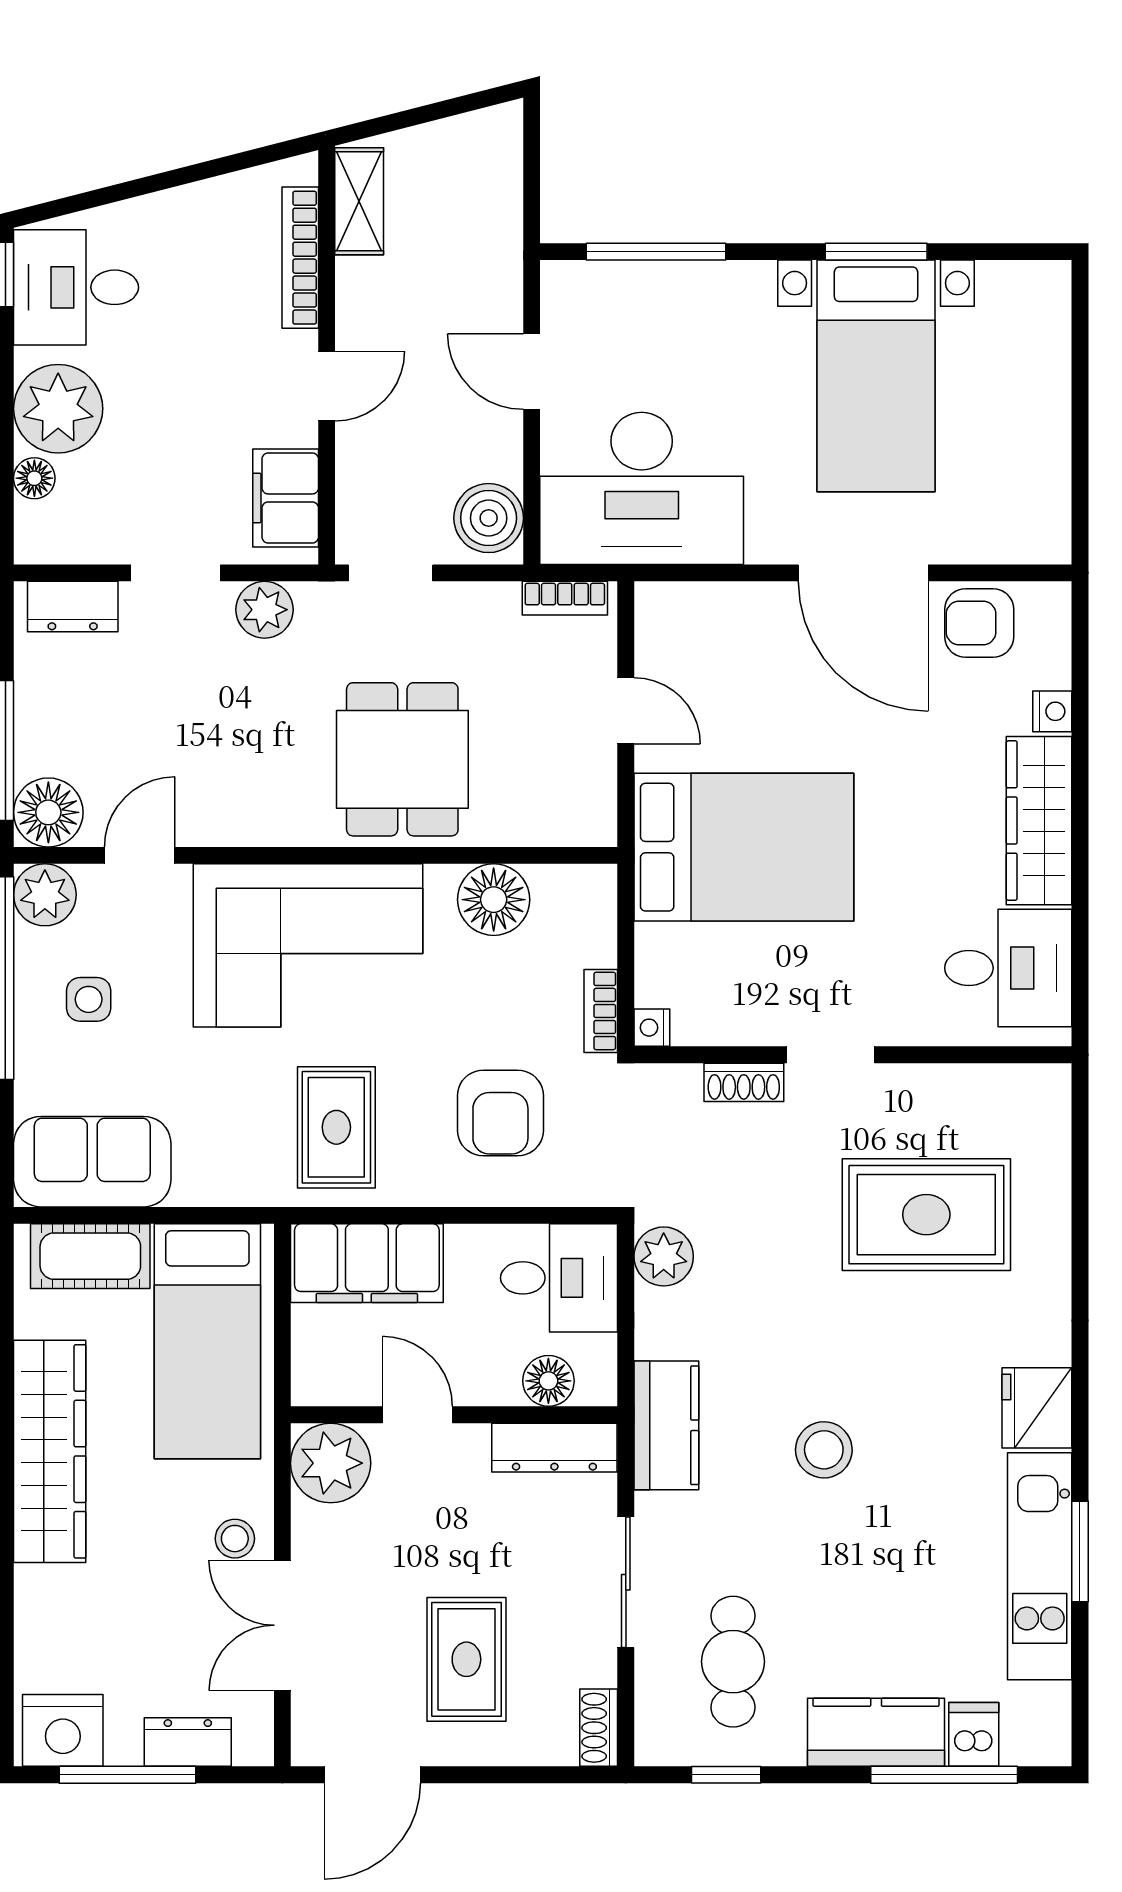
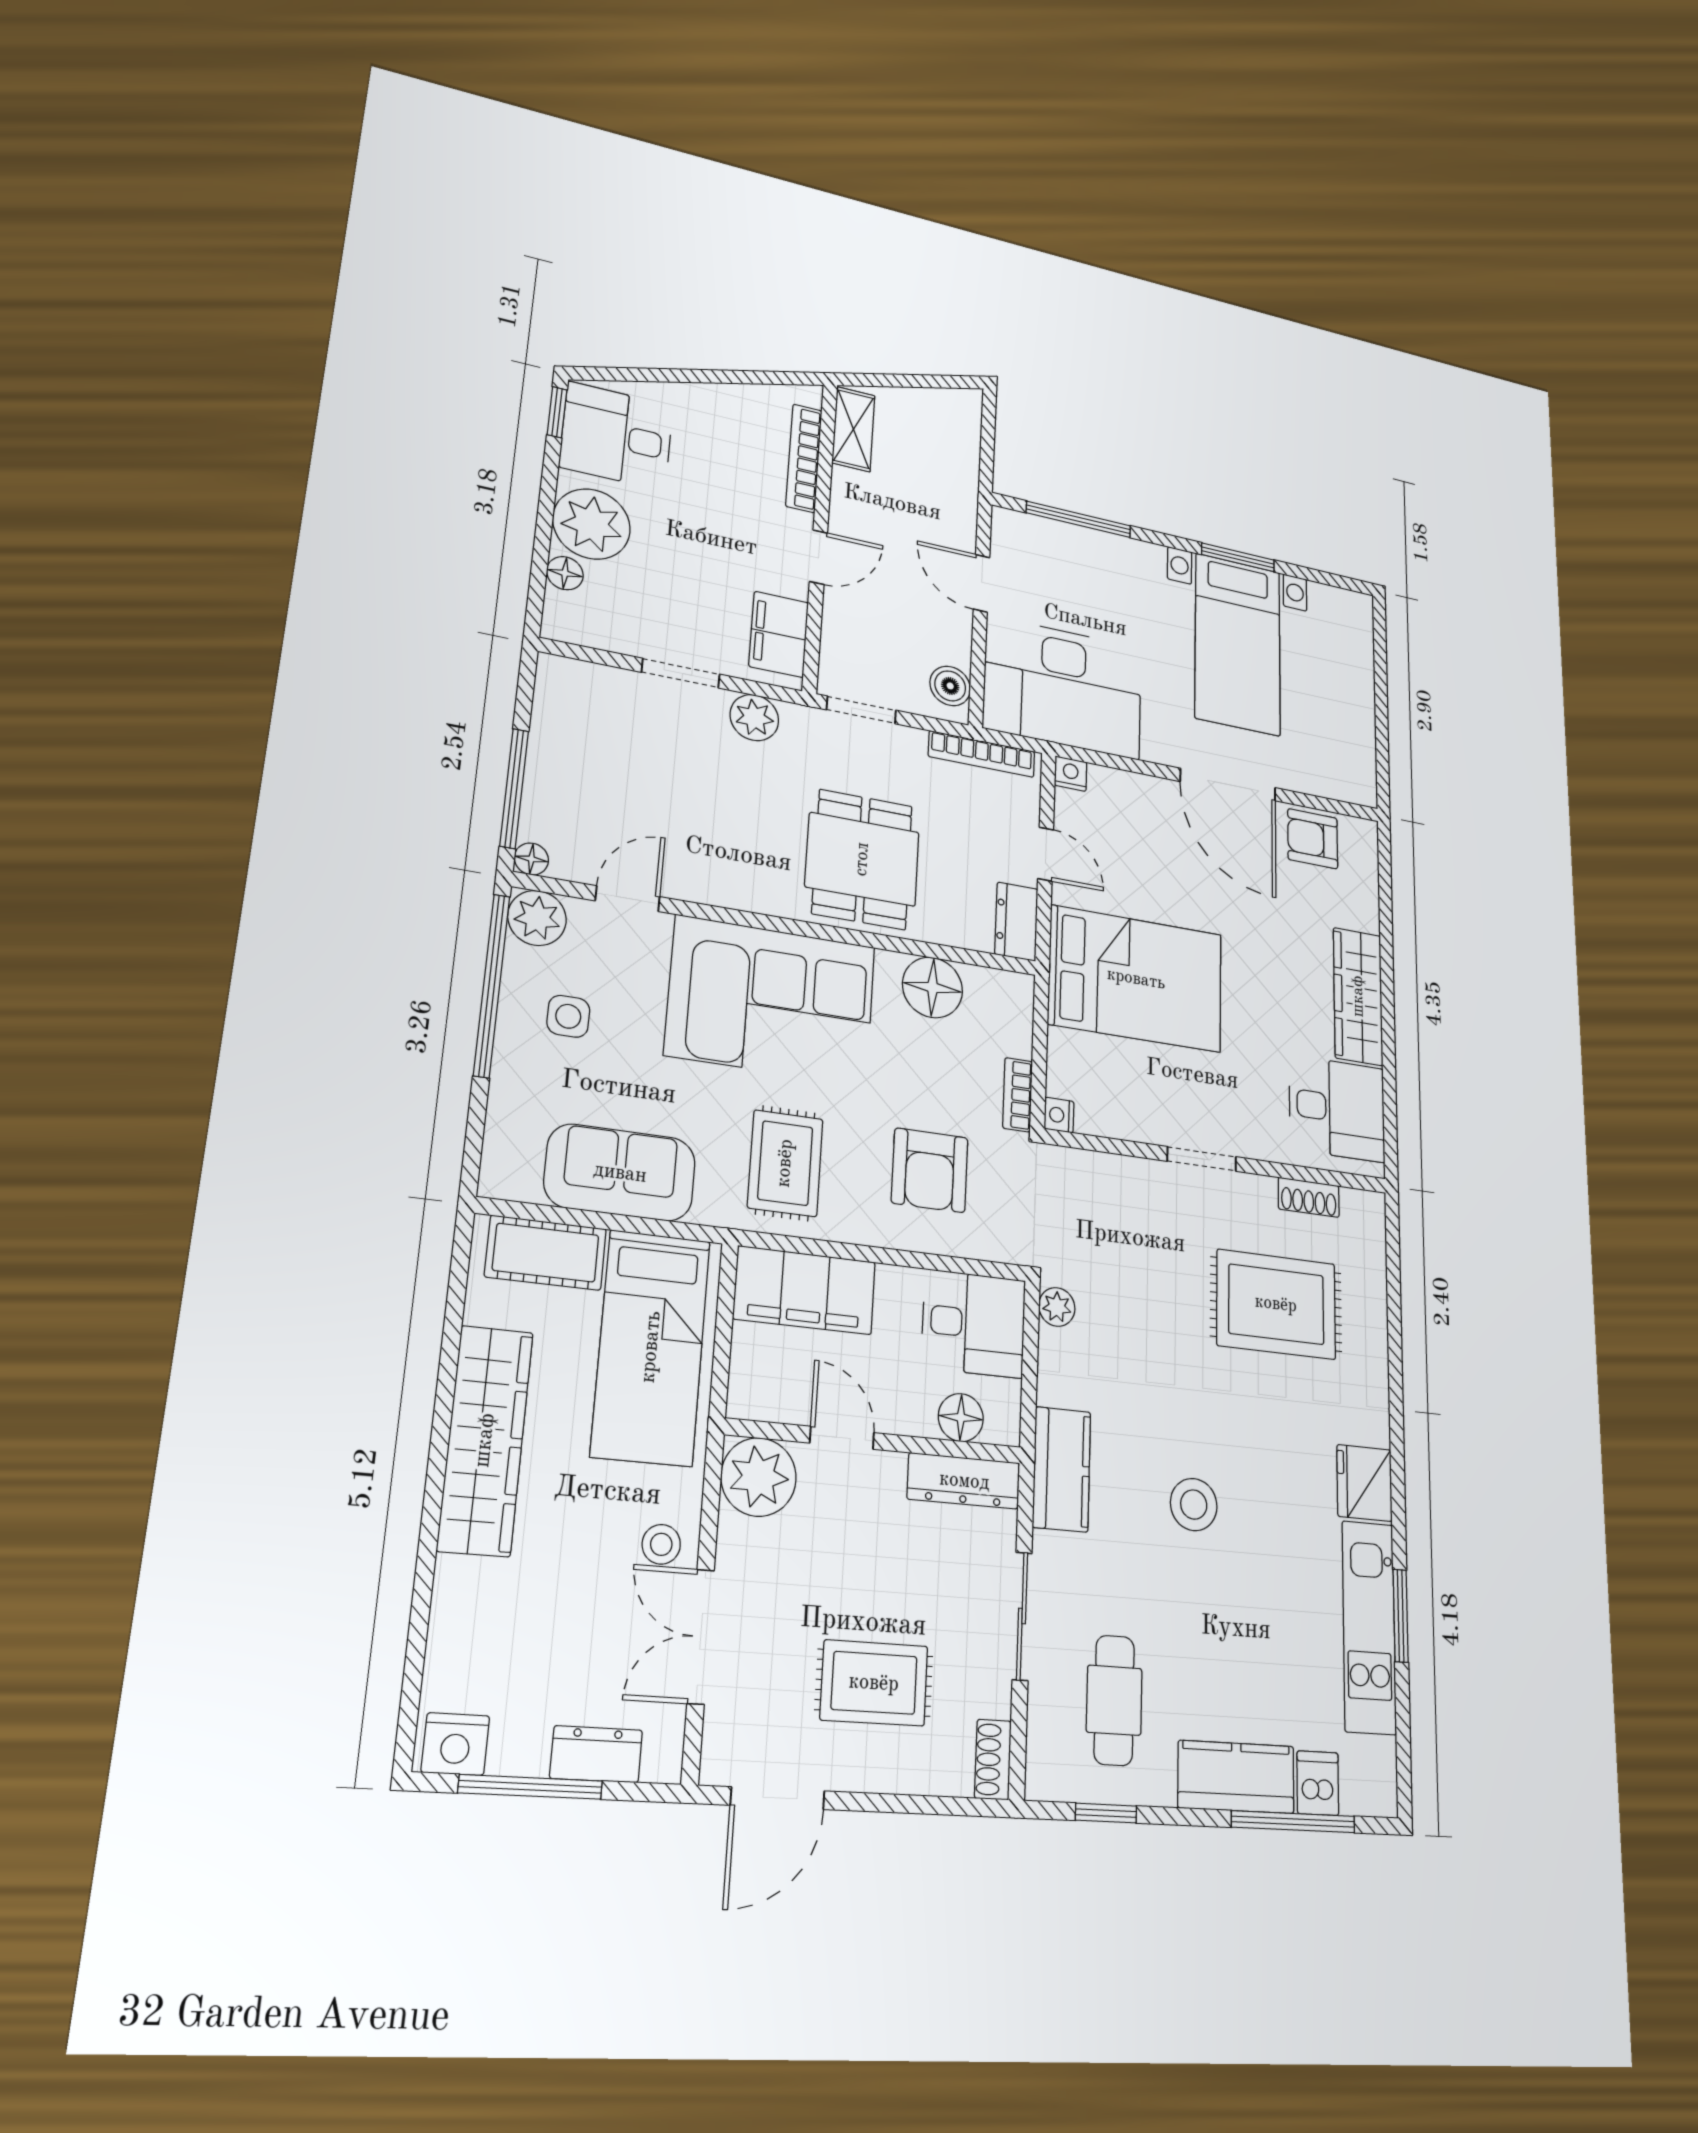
boiler: (489, 518) -> (950, 686), width x0.73, depth x0.73
bookcase: (565, 598) -> (982, 754), width x1.56
dresser: (73, 607) -> (1016, 922), moved, turned 90
nightstand: (1052, 711) -> (1071, 774), moved, turned -90
floor lamp: (48, 812) -> (531, 859), width x0.53, depth x0.53
shoe rack: (744, 1082) -> (1309, 1197), moved
sofa: (92, 1162) -> (620, 1173), moved
plant: (664, 1256) -> (1057, 1307), width x0.73, depth x0.73
rug: (466, 1659) -> (874, 1683), turned 90
nightstand: (63, 1730) -> (455, 1744), width x0.74, depth x0.75

